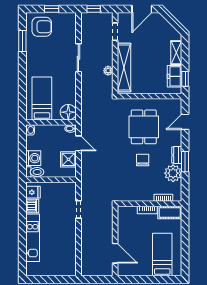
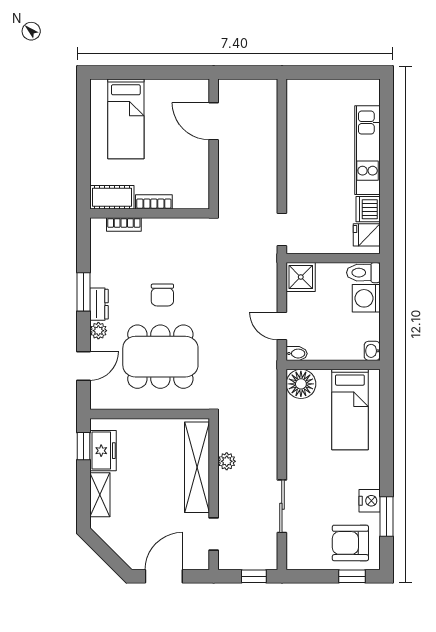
window: (52, 9) -> (352, 576), moved
nightstand: (31, 49) -> (370, 501), added
sliding door: (78, 58) -> (282, 506), moved
dining table: (144, 127) -> (160, 357), width x1.38
shower: (68, 159) -> (301, 277), moved
plant: (173, 173) -> (98, 331), moved, width x0.53, depth x0.53
doorway: (78, 209) -> (282, 229), moved

